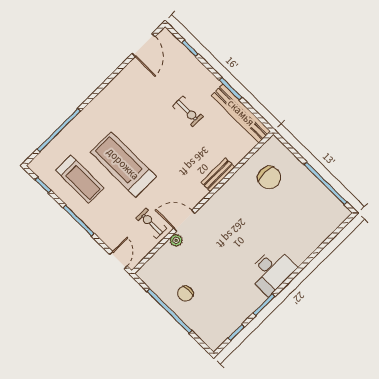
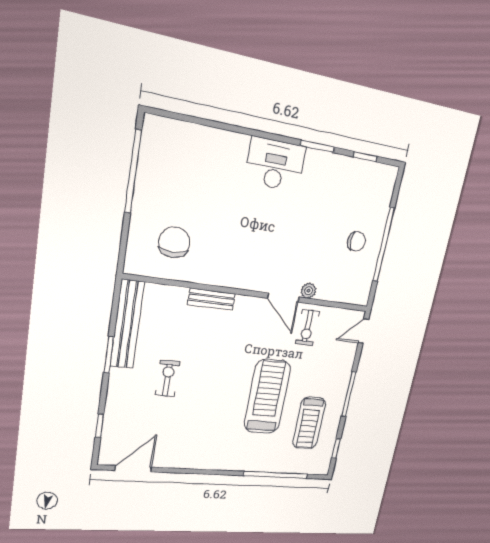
treadmill: (123, 164) -> (267, 397), turned 180
treadmill: (80, 179) -> (309, 423), turned 180

